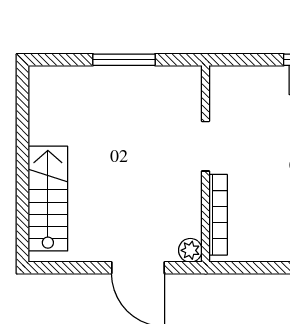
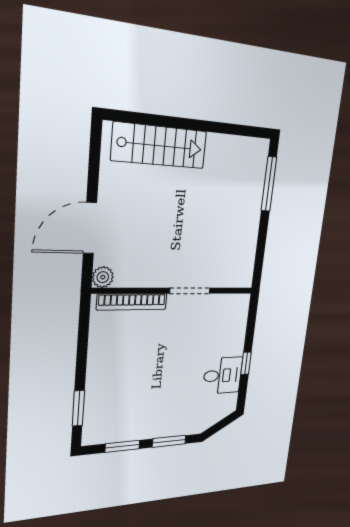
window: (124, 60) -> (269, 184), moved

